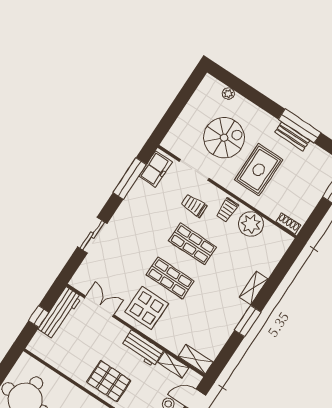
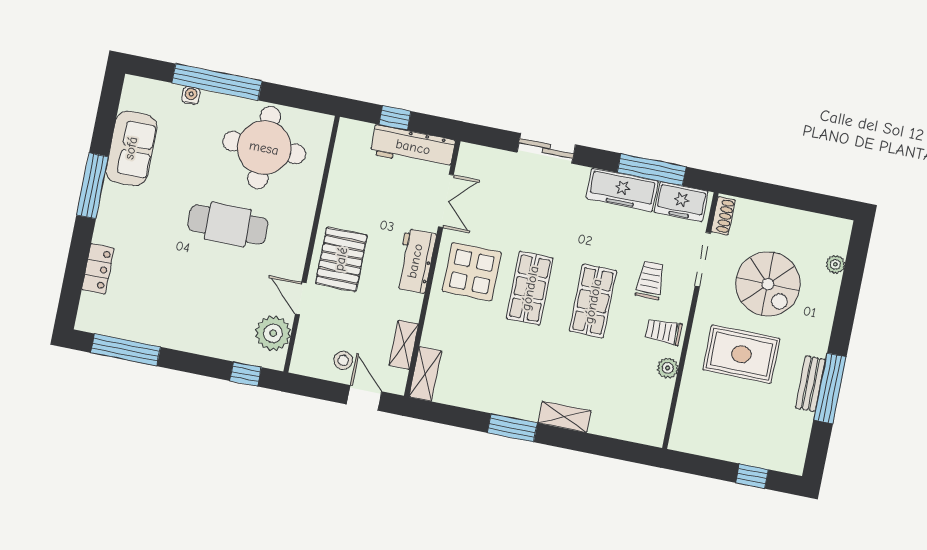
freezer: (134, 201) -> (622, 190), added
shoe rack: (288, 223) -> (723, 216), moved
plant: (251, 224) -> (668, 368), width x0.53, depth x0.53
workbench: (142, 348) -> (415, 261), moved

